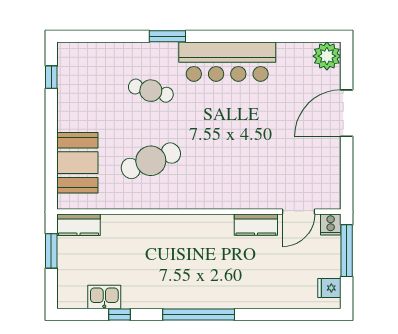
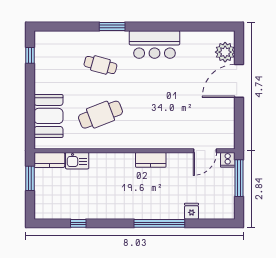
plant: (327, 56) -> (225, 52), moved
bar counter: (227, 62) -> (155, 45), width x0.73
kitchen counter: (256, 225) -> (151, 160), moved
fridge: (329, 288) -> (192, 211), moved, turned 90
kitchen sink: (104, 297) -> (77, 161), moved, turned 180
window: (199, 314) -> (159, 223), moved

